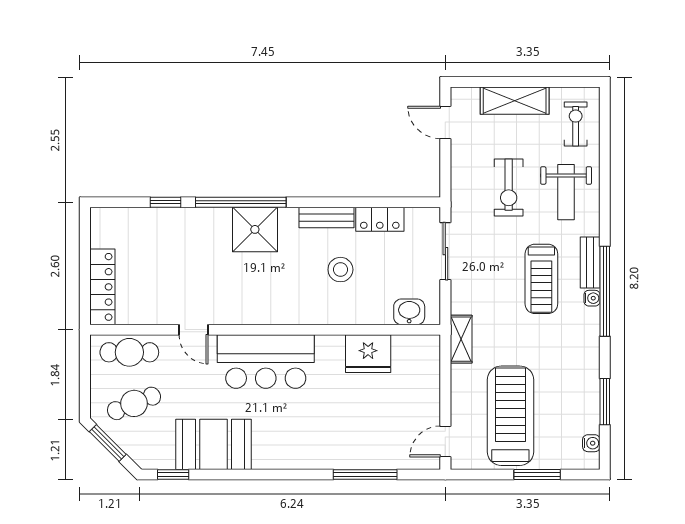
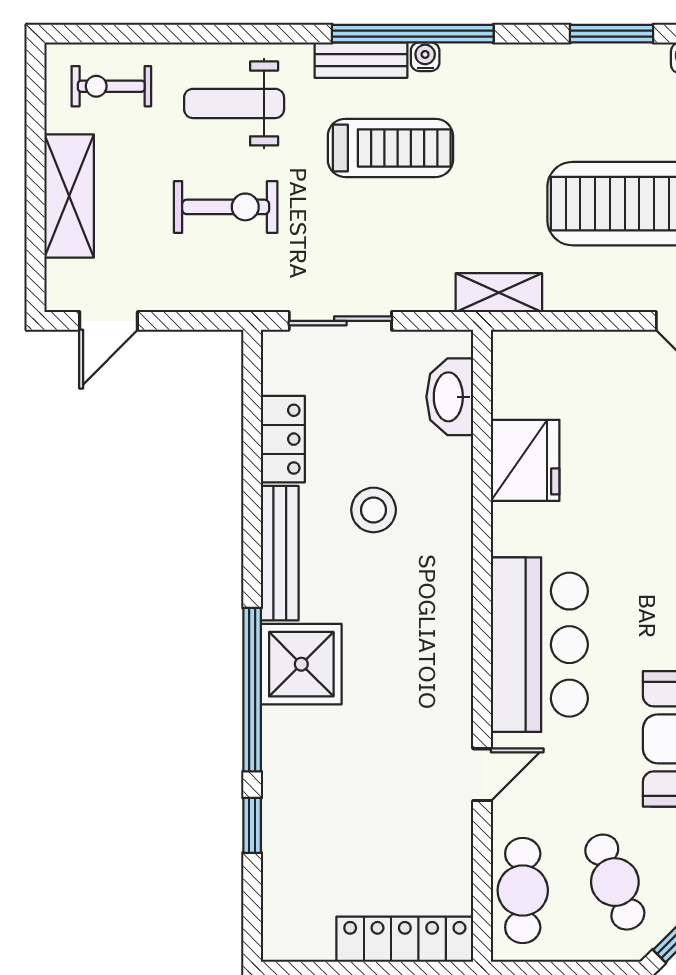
weight bench: (566, 192) -> (234, 103), turned 180
bench: (326, 218) -> (280, 553), width x1.36
washbasin: (409, 312) -> (450, 397), width x1.38

